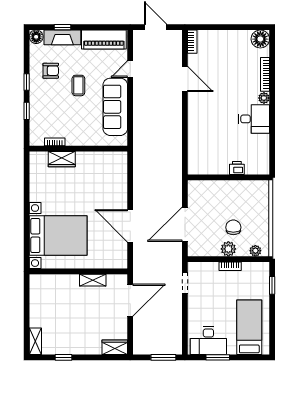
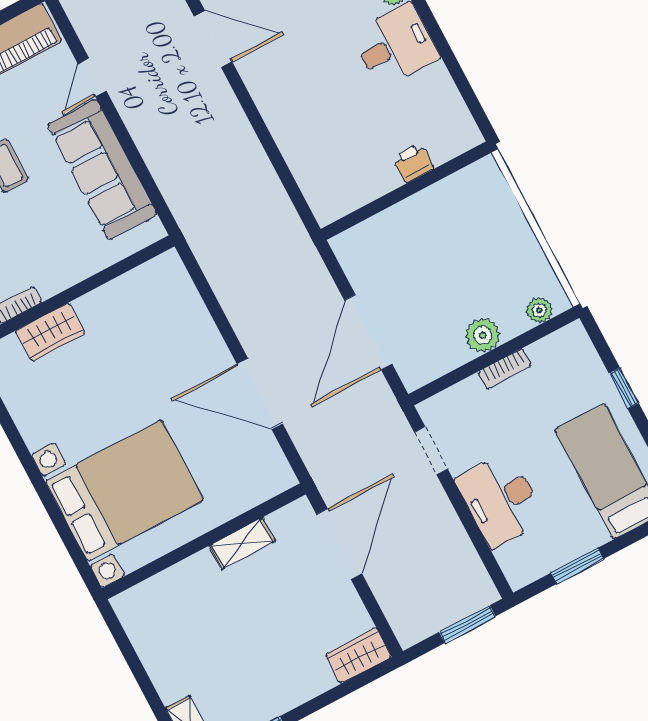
chair: (233, 227) -> (470, 287), removed
window: (272, 285) -> (624, 388), moved
desk: (208, 341) -> (500, 500), moved, turned 90

